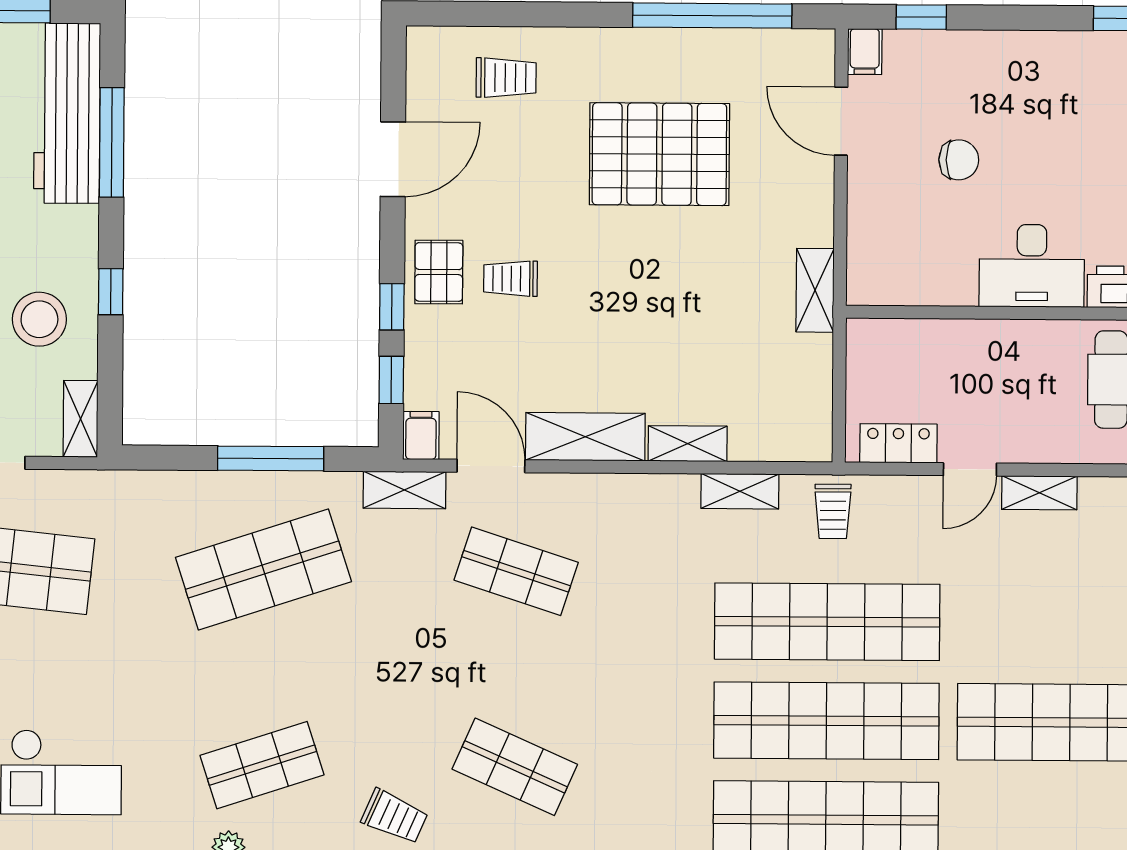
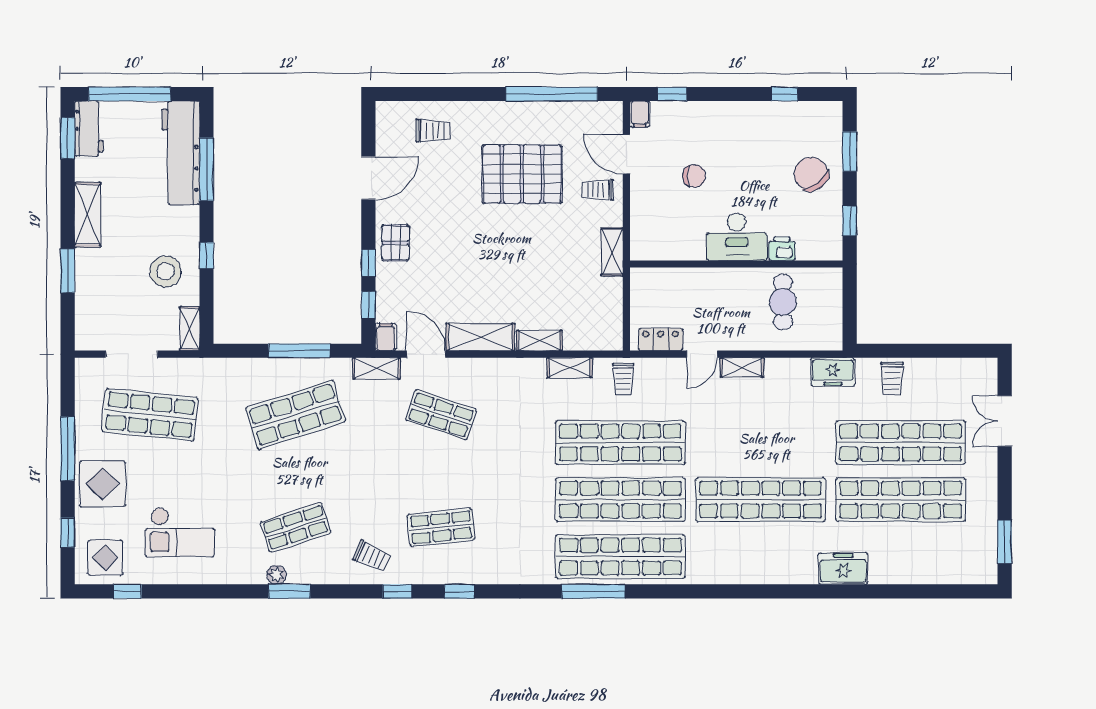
trolley: (510, 279) -> (598, 190), moved
shop shelf: (515, 767) -> (441, 527), turned -30

